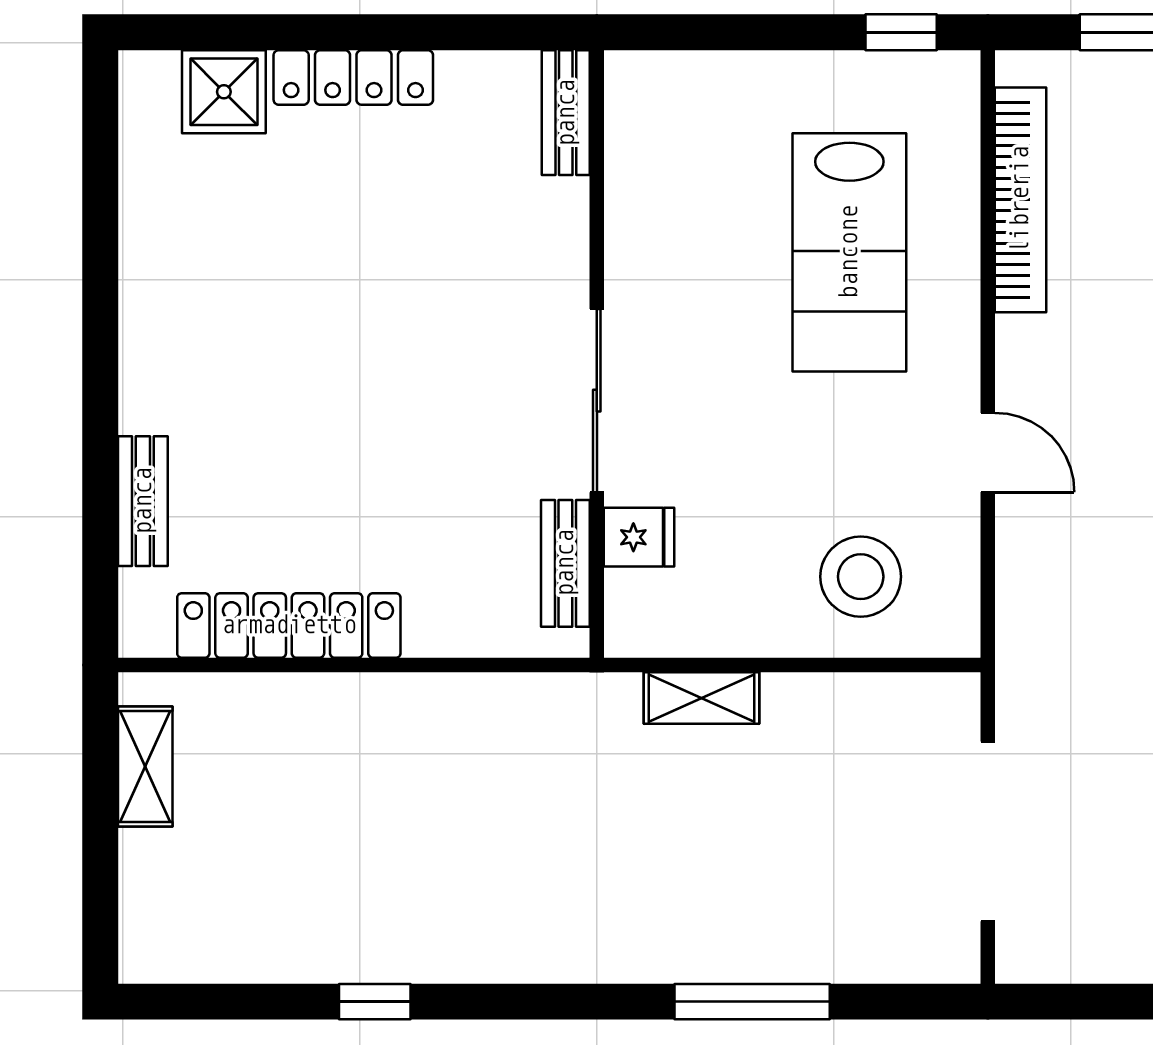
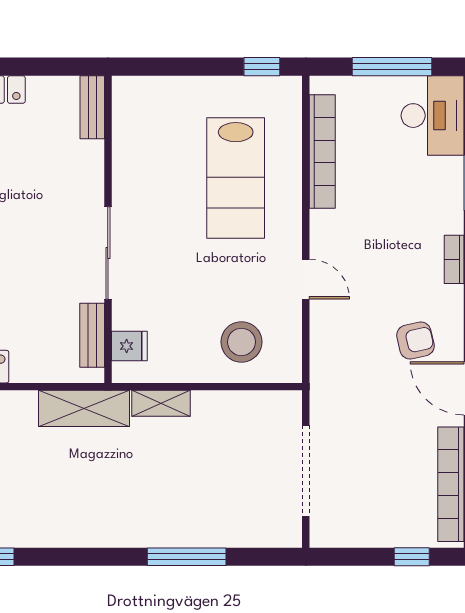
fridge: (639, 537) -> (129, 346), moved
shelving: (549, 708) -> (84, 408), added

